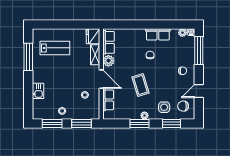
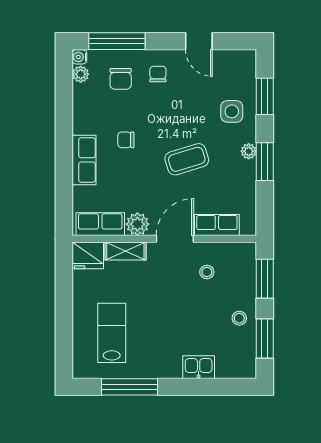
row of seats: (158, 34) -> (84, 160), moved
chair: (183, 106) -> (121, 79), moved

